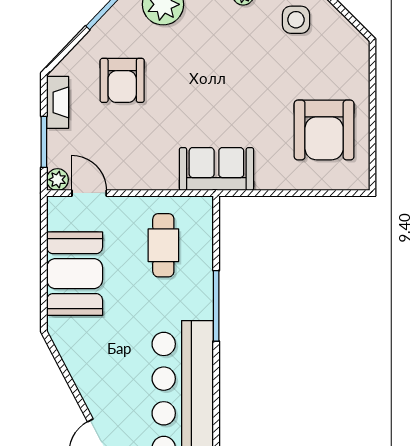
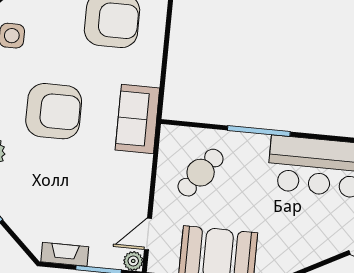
armchair: (122, 80) -> (54, 111), moved, width x1.36, depth x1.36
cafe table: (163, 245) -> (201, 173), turned -53

